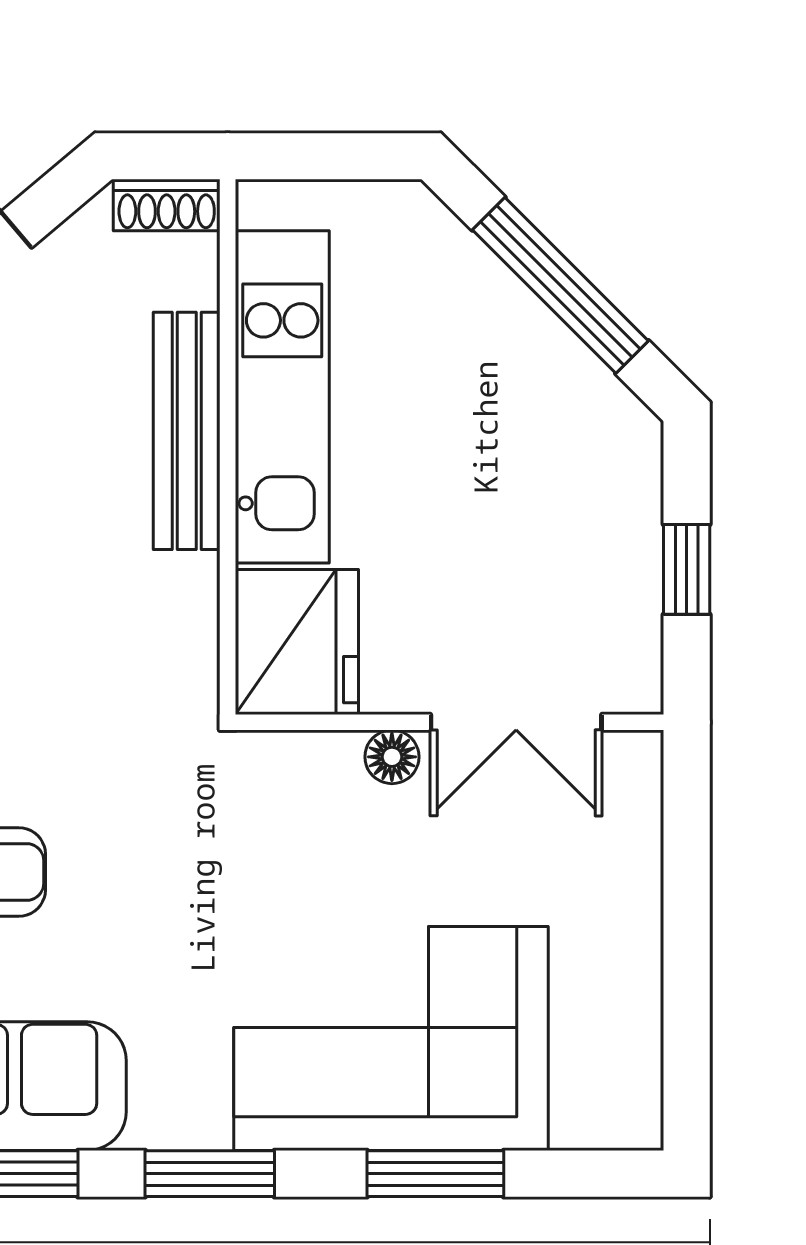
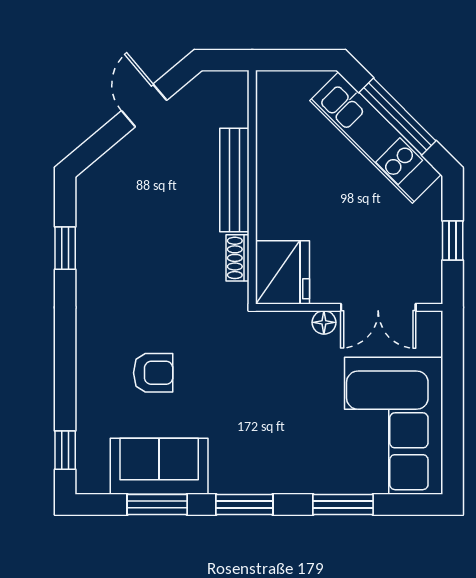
shoe rack: (167, 205) -> (238, 258), moved, turned 90
kitchen unit: (282, 397) -> (375, 138), moved, turned 135
corner sofa: (391, 1038) -> (394, 426), moved, turned -90

